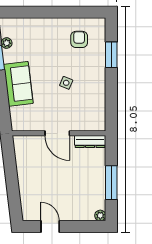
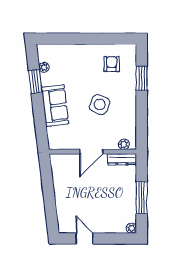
side table: (66, 83) -> (100, 105), width x1.87, depth x1.87
plant: (92, 125) -> (124, 144), added
door: (57, 133) -> (91, 152), hinge flipped

